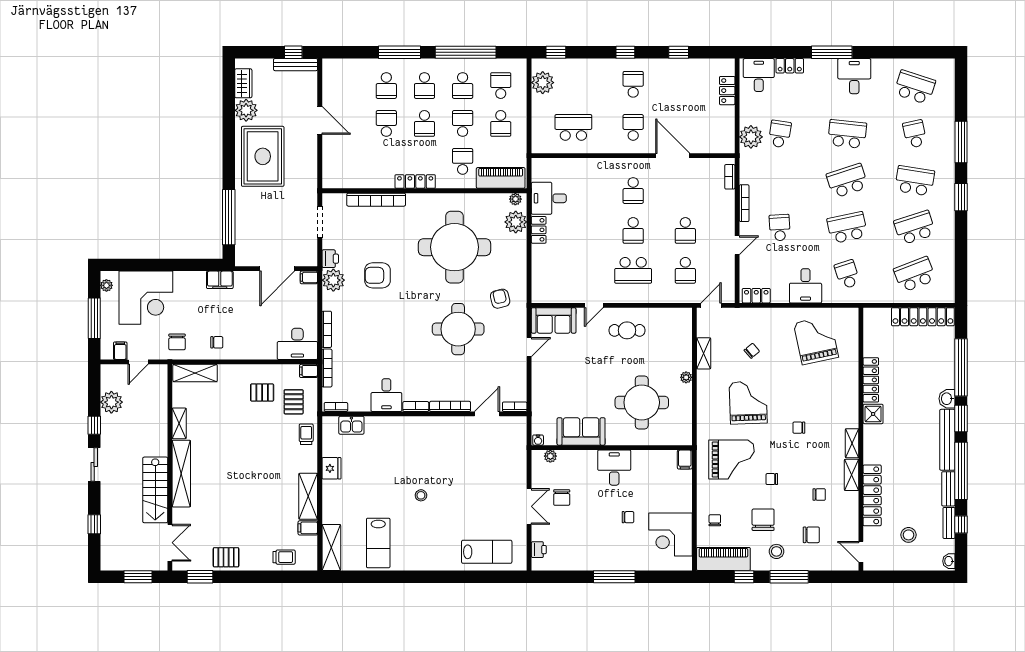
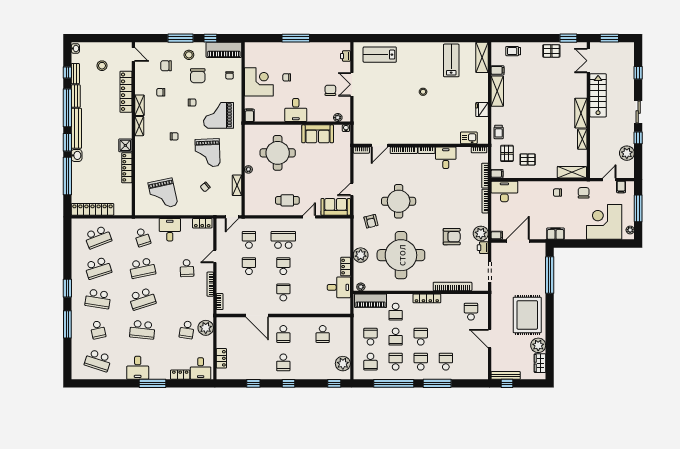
school desk: (386, 123) -> (471, 312), moved, turned 180
school desk: (573, 127) -> (323, 334), width x0.54
plant: (516, 222) -> (361, 255), moved
shelving: (181, 474) -> (581, 113), width x0.68
corner desk: (670, 535) -> (259, 82), moved

